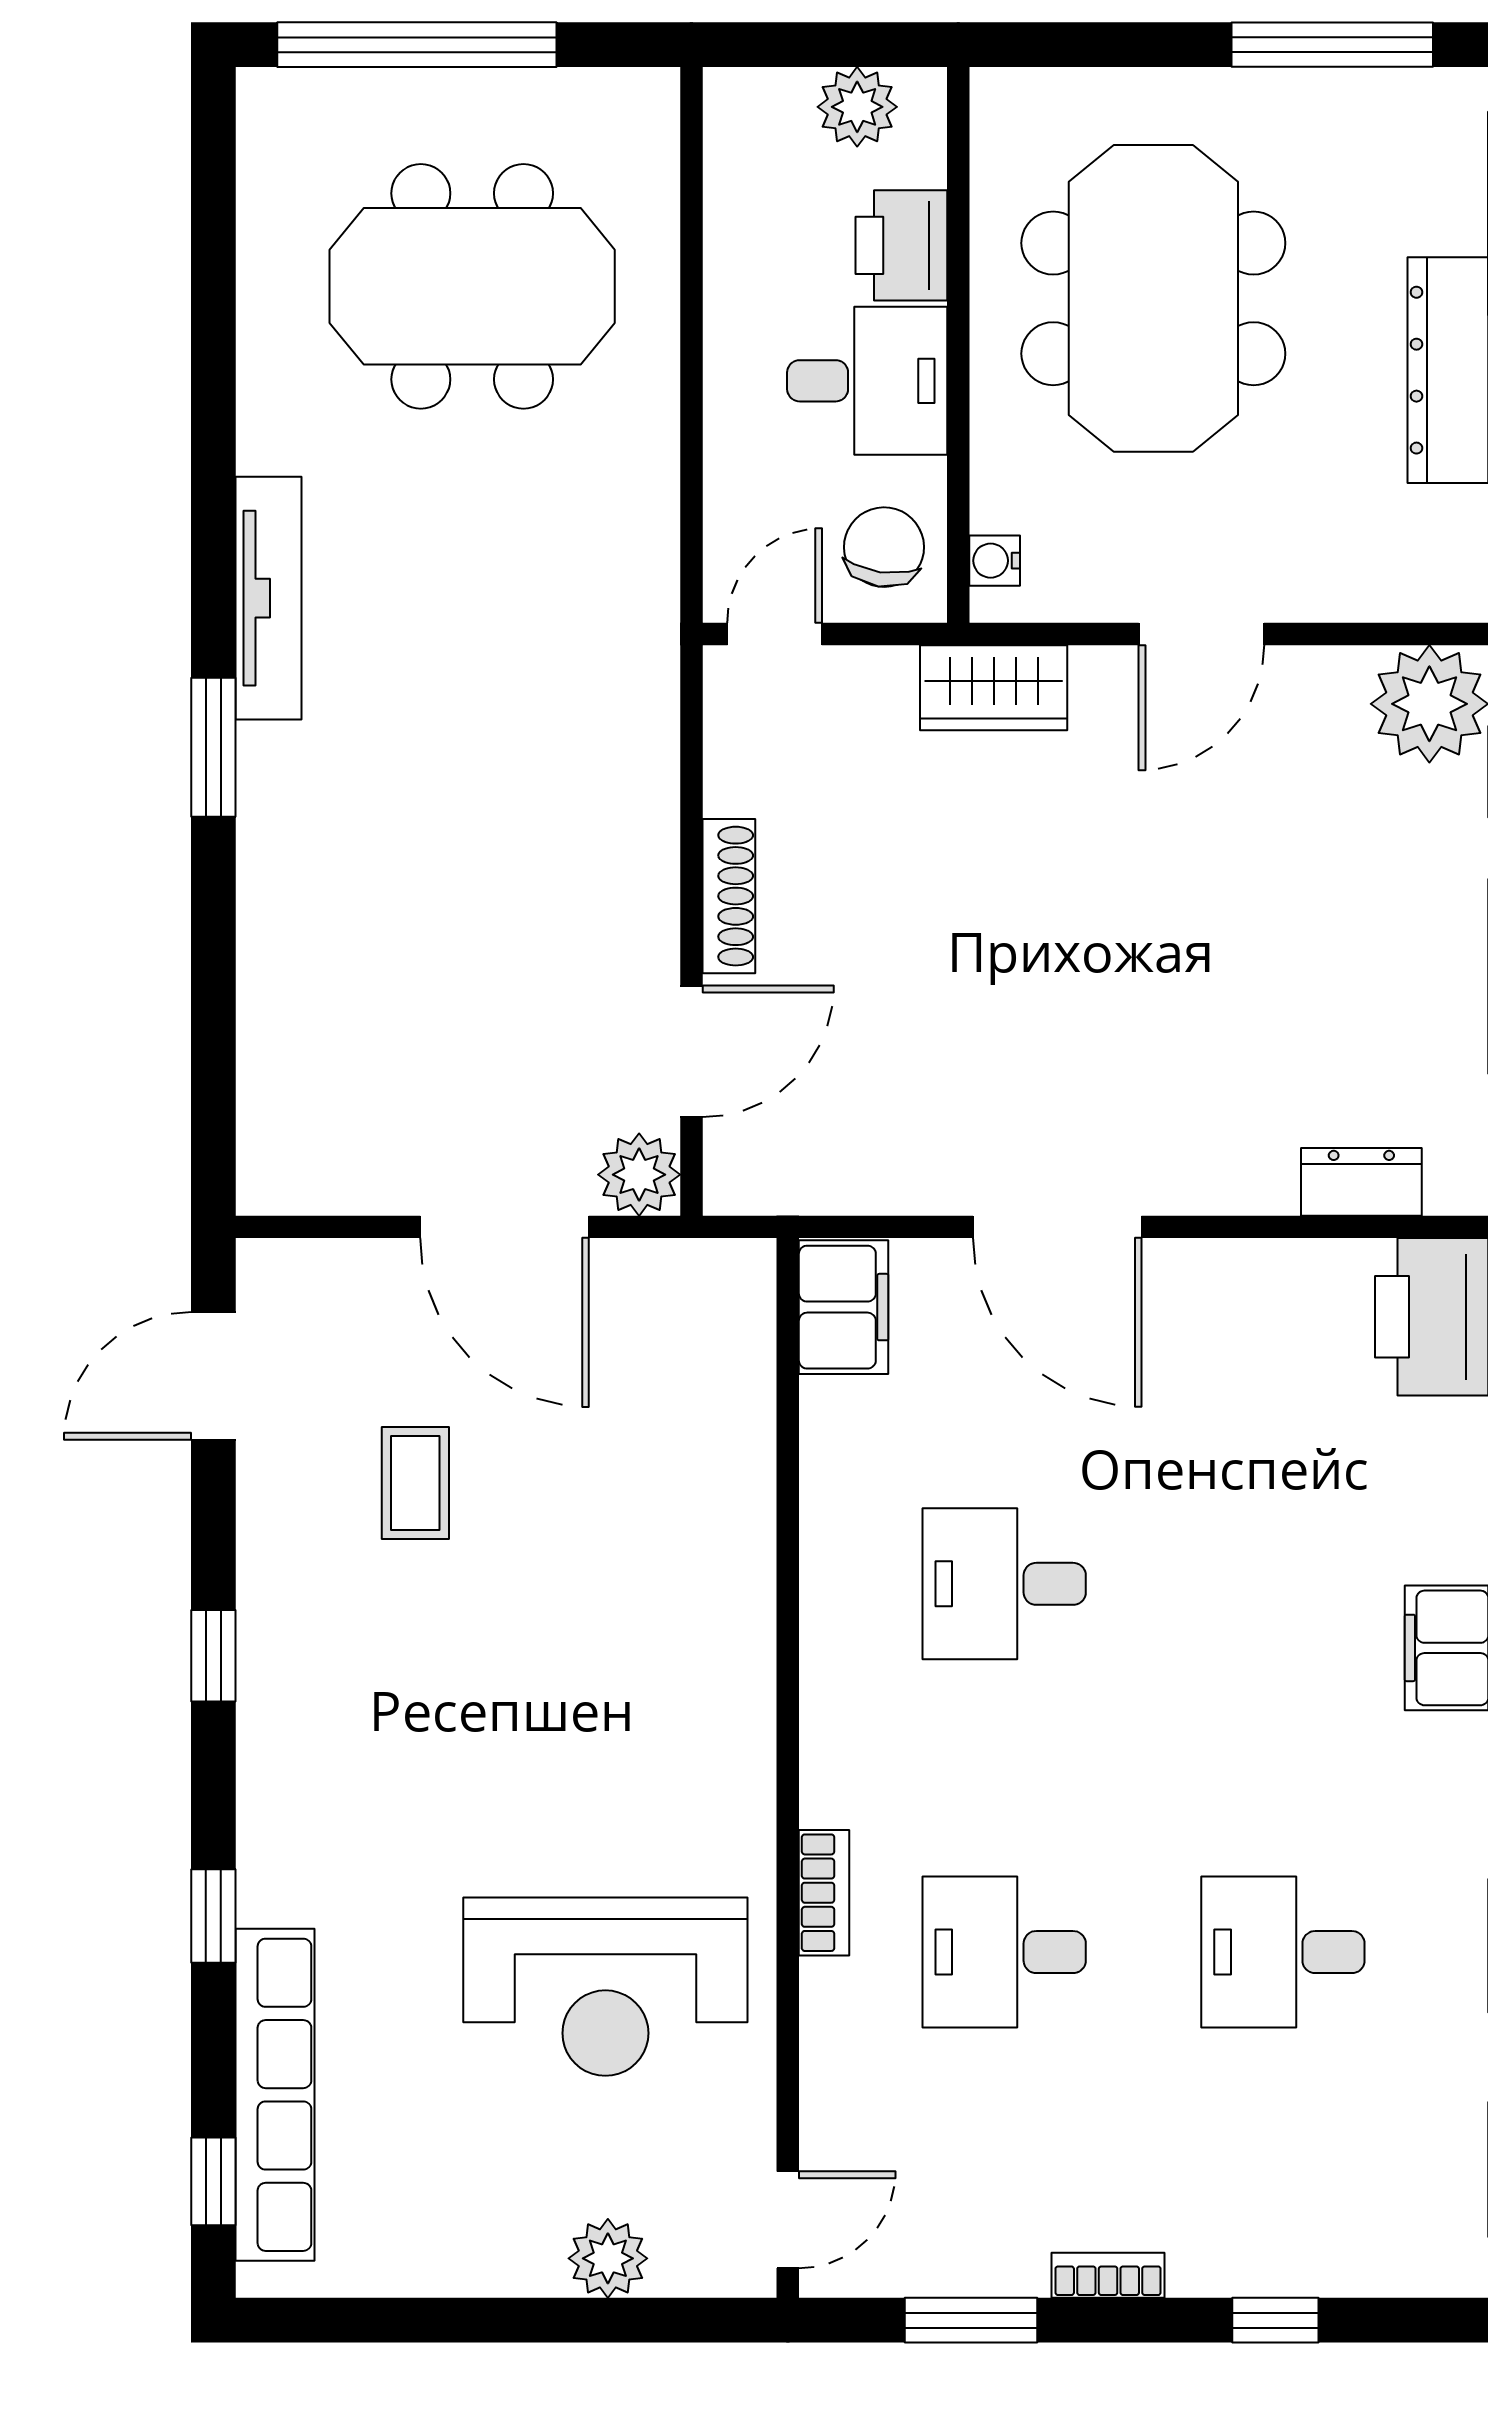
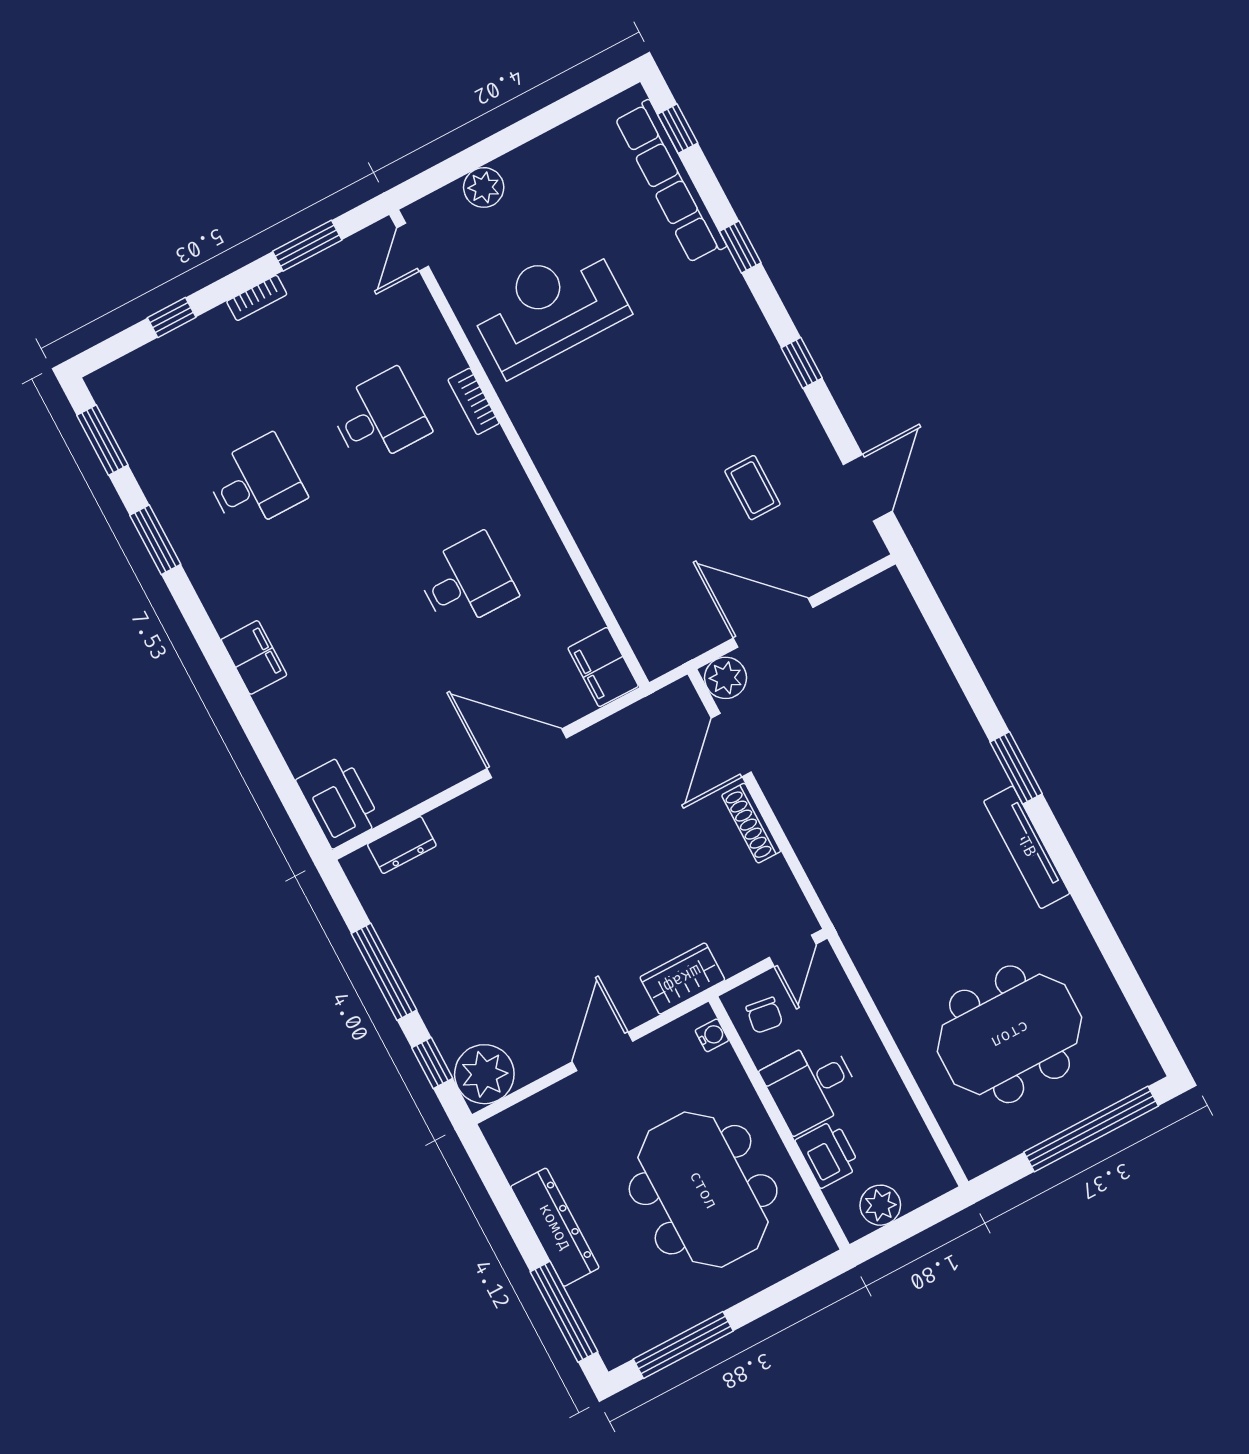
chair: (884, 547) -> (764, 1015), width x0.73, depth x0.73

